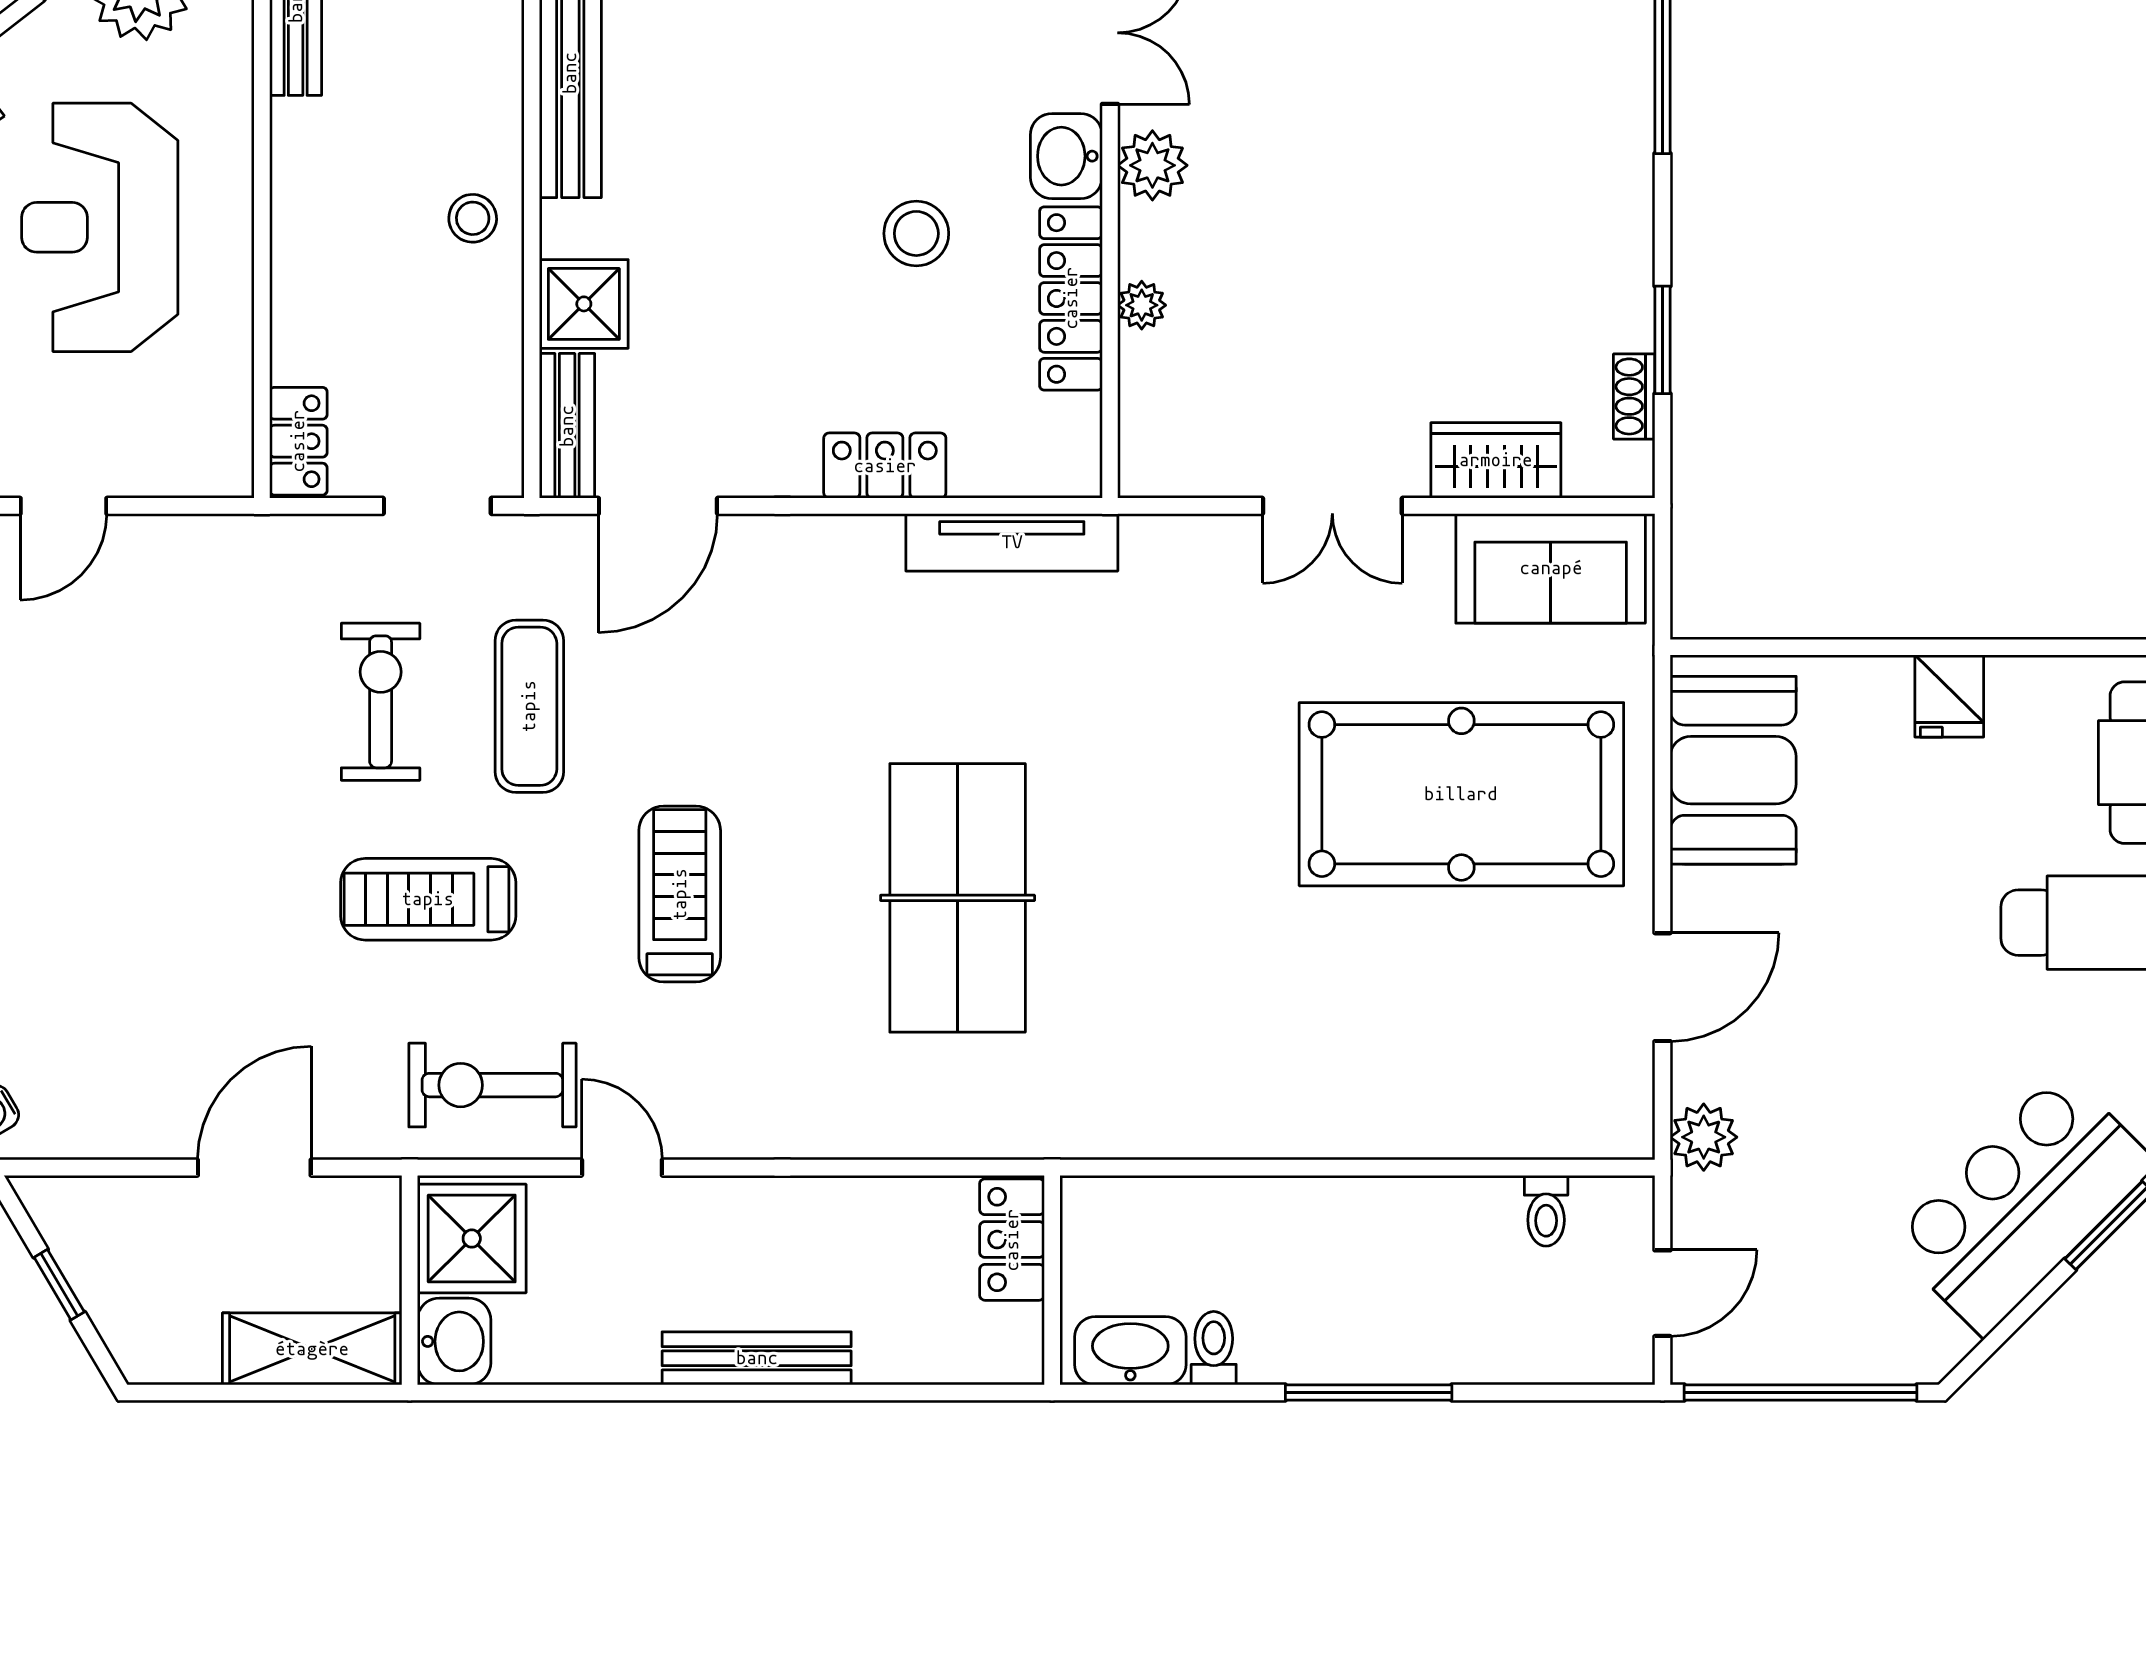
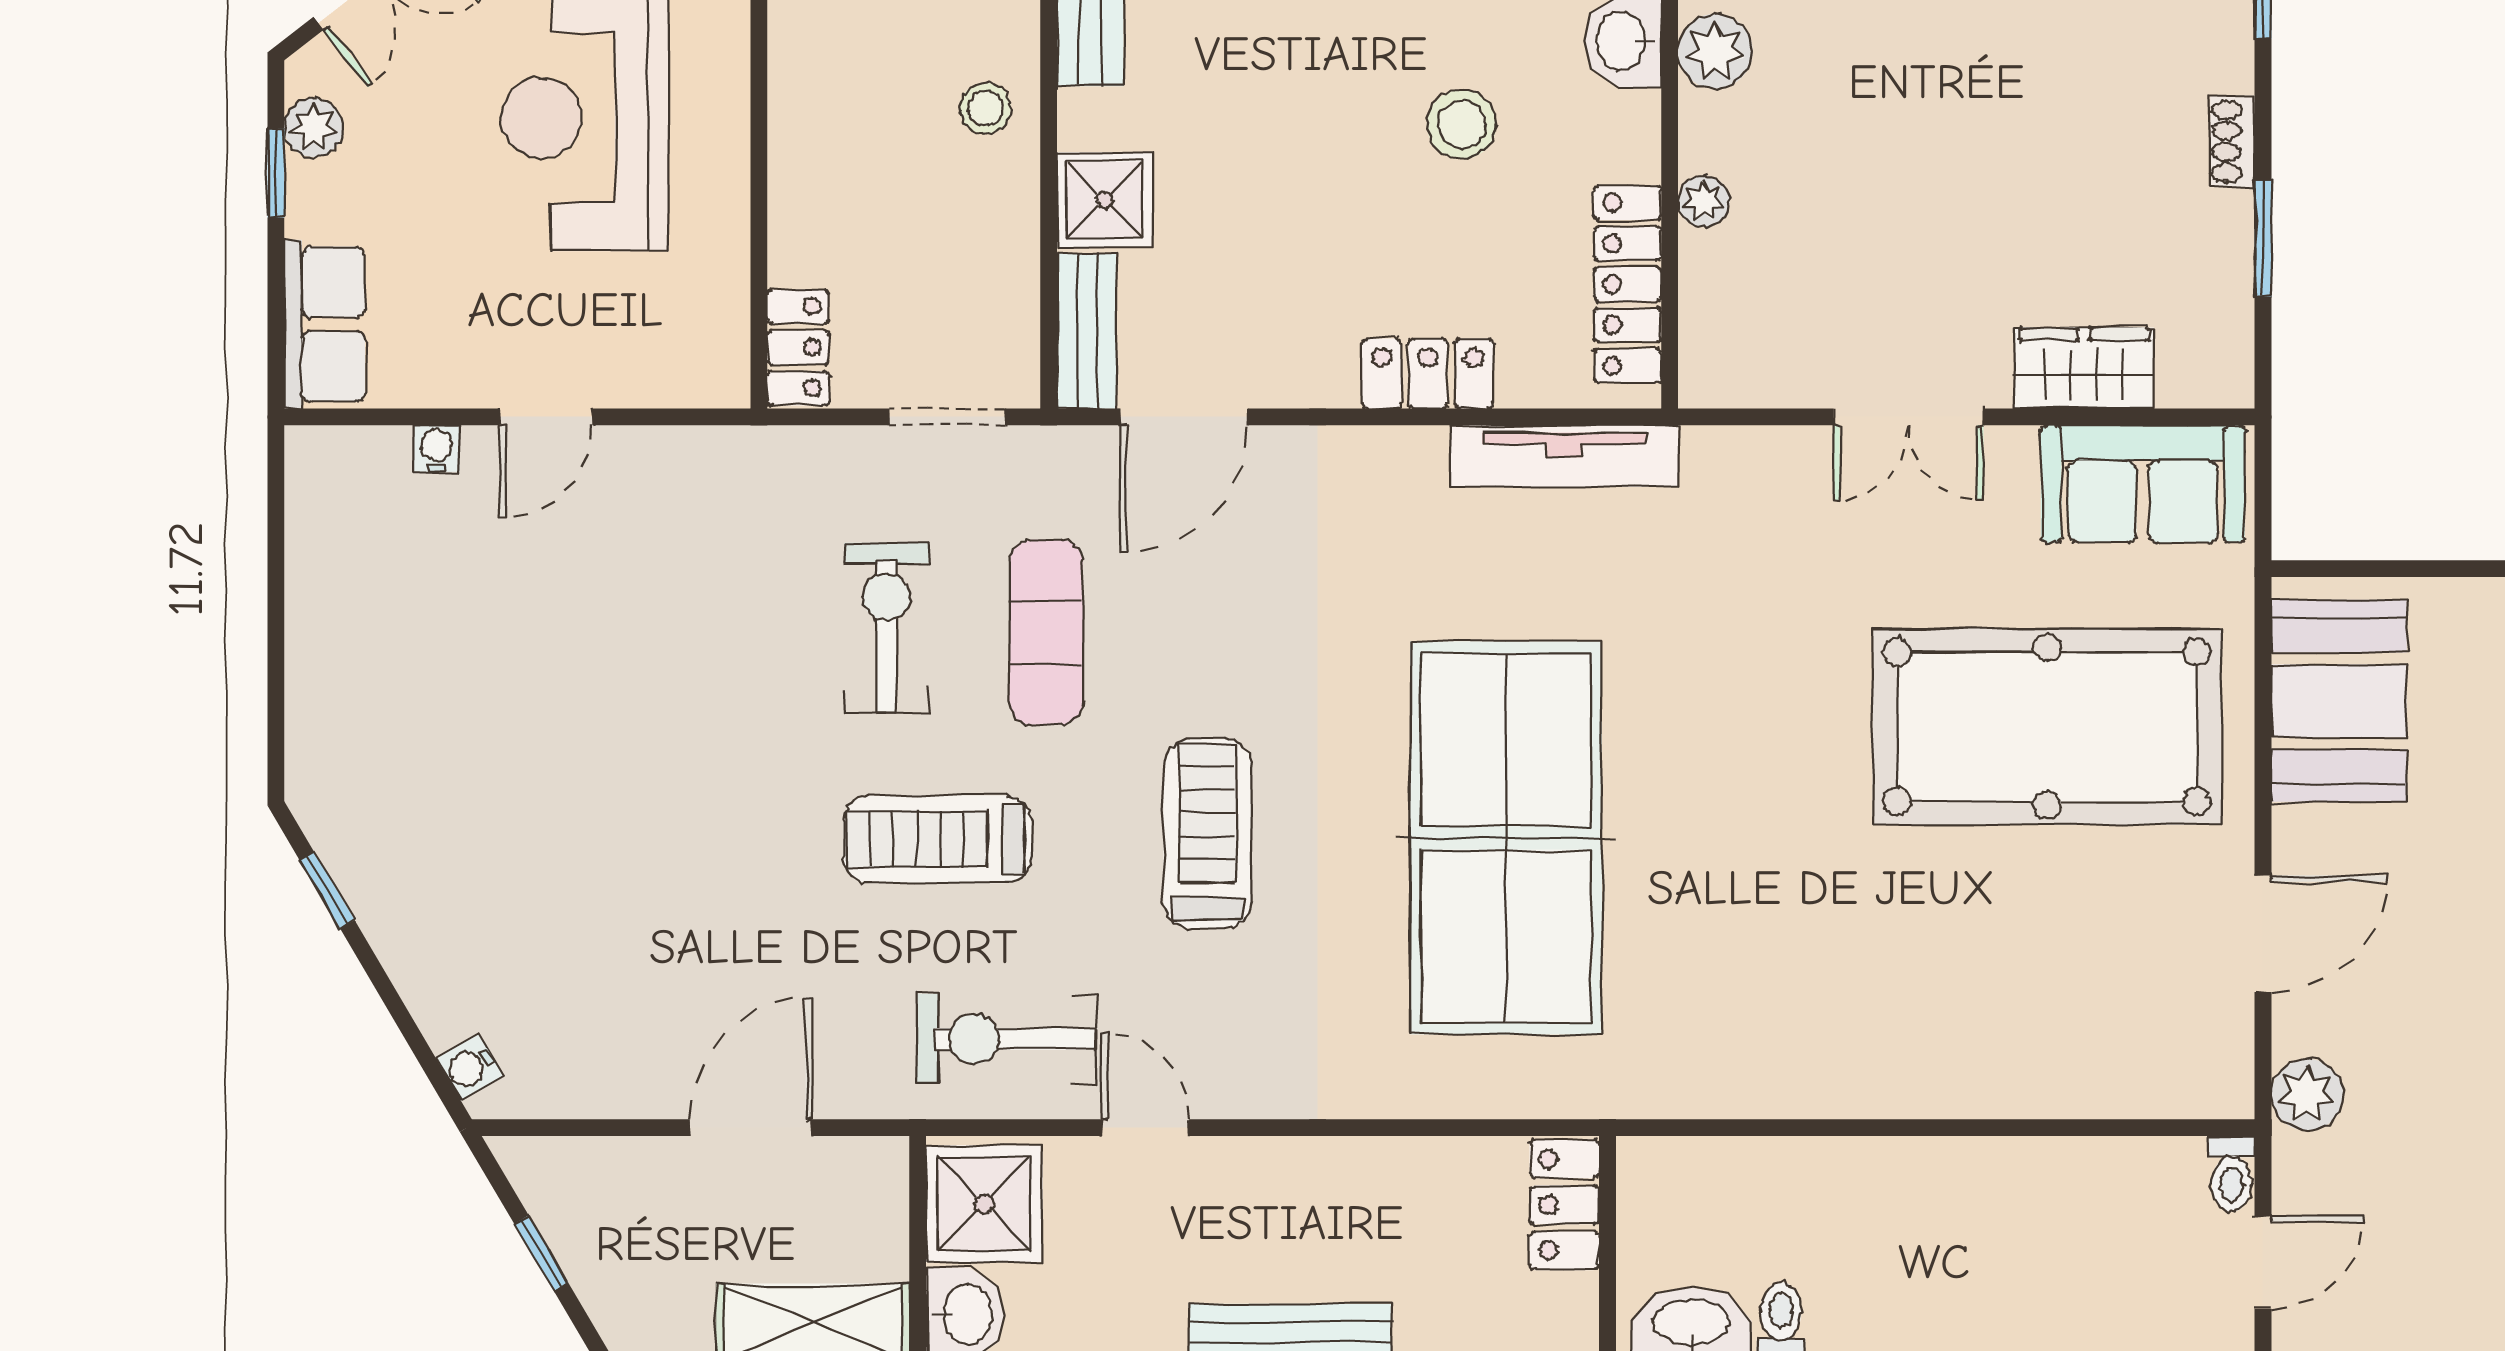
locker: (1071, 298) -> (1628, 284), moved
shoe rack: (1634, 396) -> (2233, 141), moved
table tennis table: (958, 898) -> (1506, 838), width x1.36, depth x1.32
toilet: (1546, 1211) -> (2231, 1174), moved

